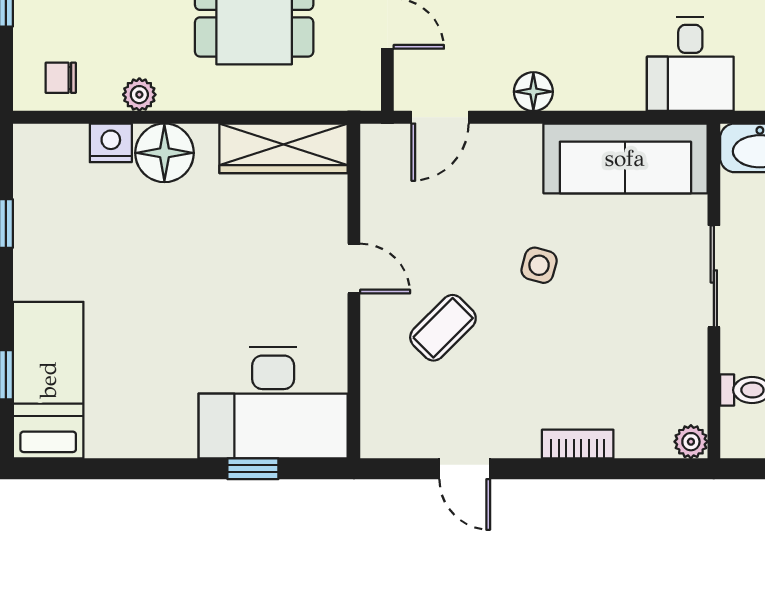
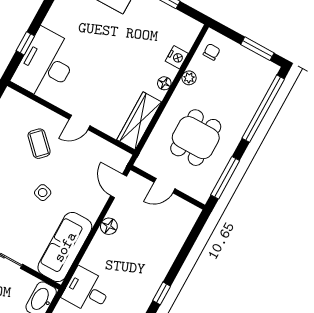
floor lamp: (164, 153) -> (164, 83), width x0.53, depth x0.53

